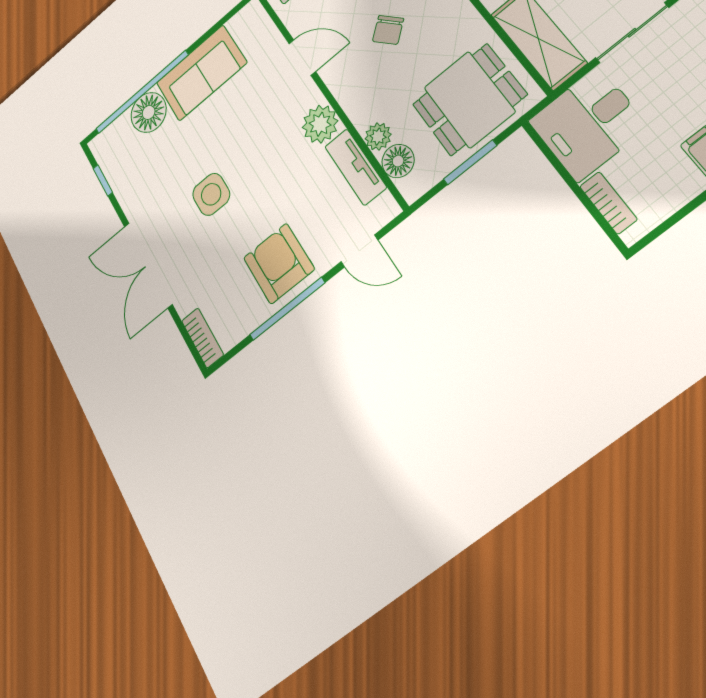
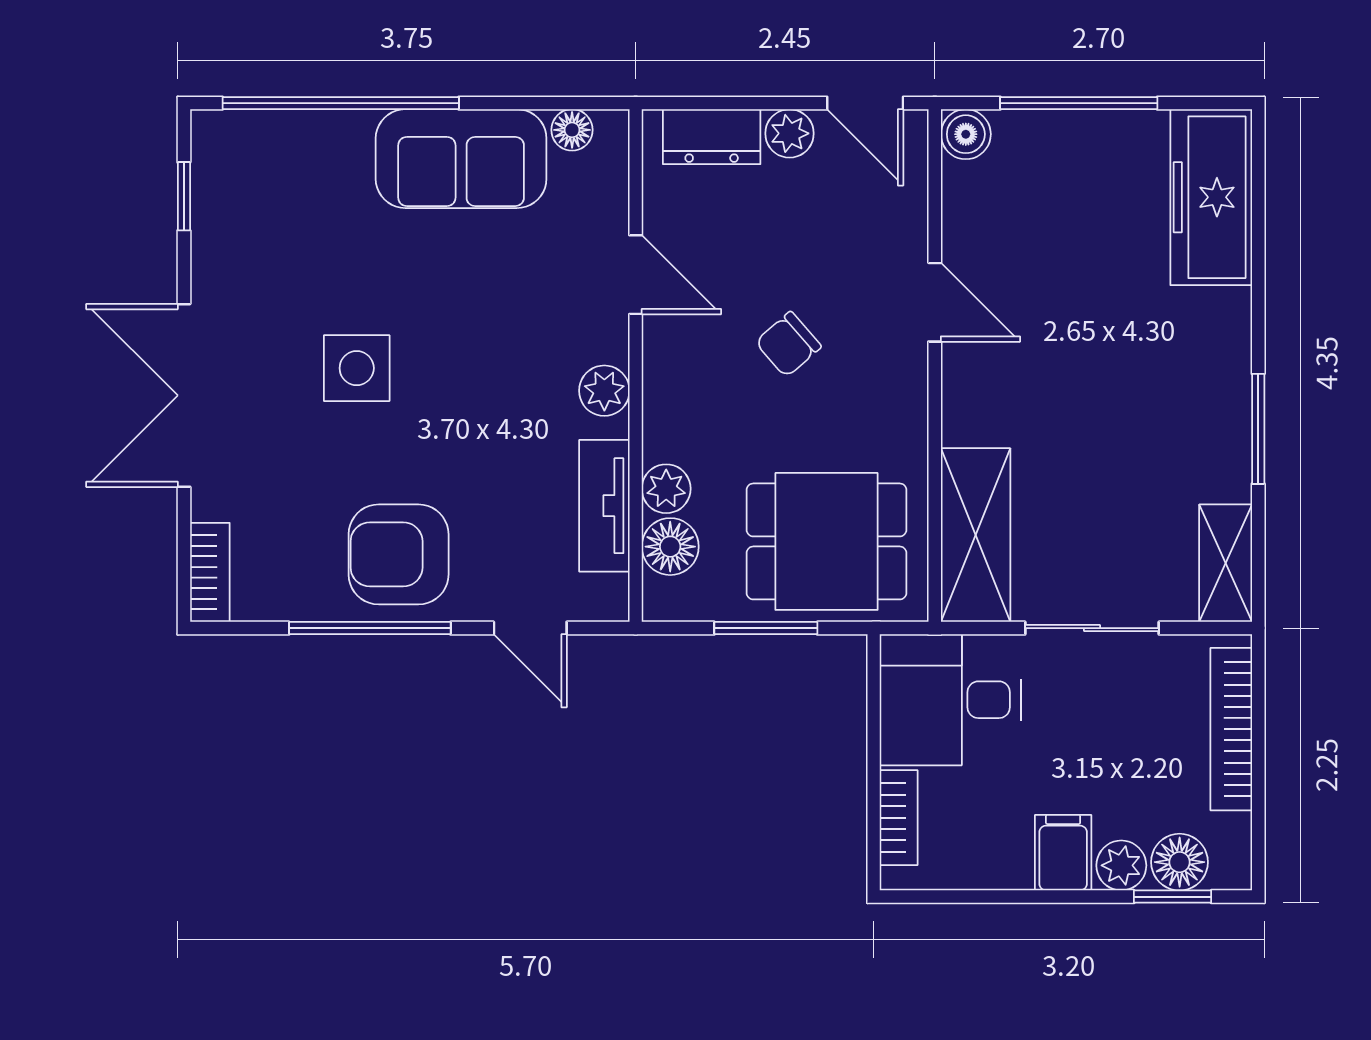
floor lamp: (149, 112) -> (572, 130), moved, width x0.53, depth x0.53
plant: (320, 124) -> (604, 391), width x0.73, depth x0.73
armchair: (279, 263) -> (399, 554), turned -90

